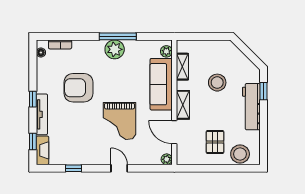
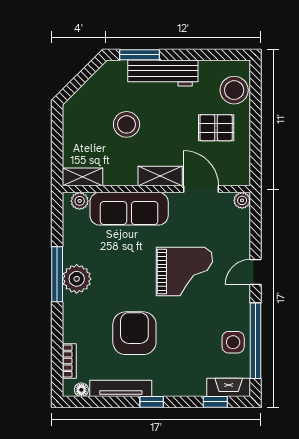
shelving: (182, 67) -> (82, 177), moved
armchair: (78, 88) -> (134, 333), turned 180
window: (264, 91) -> (139, 55), width x1.50
tv unit: (42, 114) -> (121, 388), moved
door: (174, 132) -> (201, 189), swing flipped
side table: (72, 153) -> (233, 342), added
window: (74, 168) -> (255, 341), width x3.17

